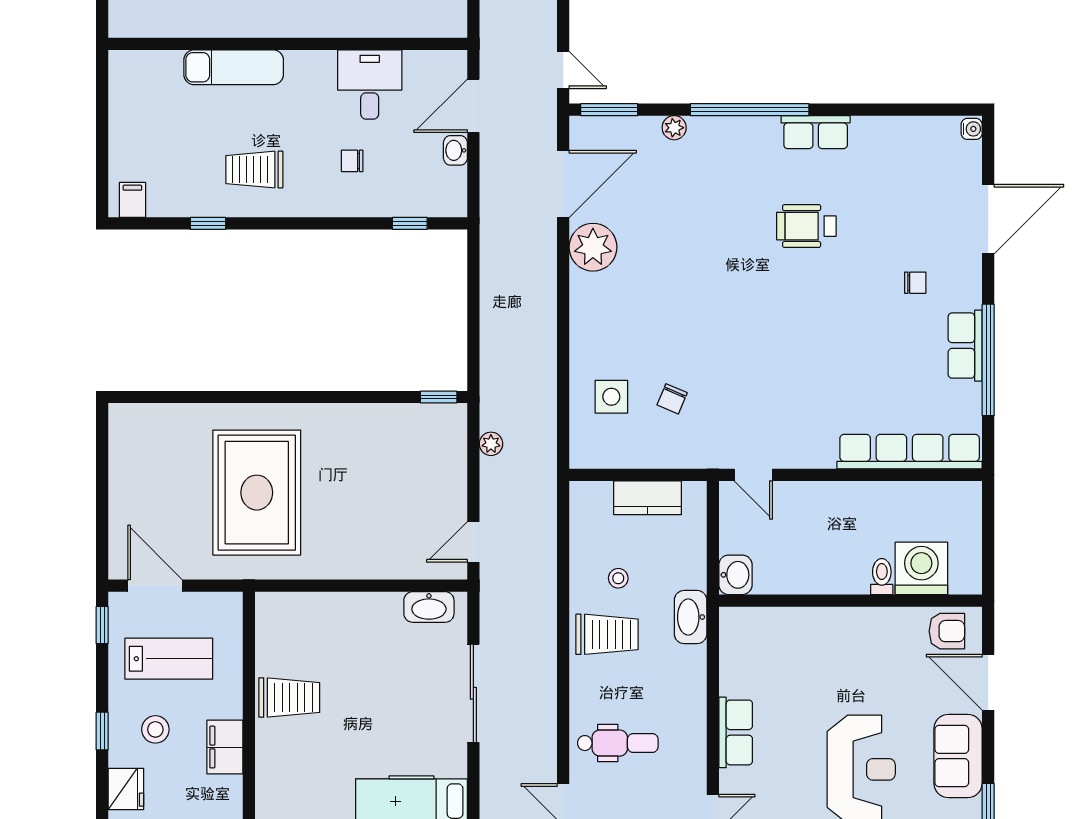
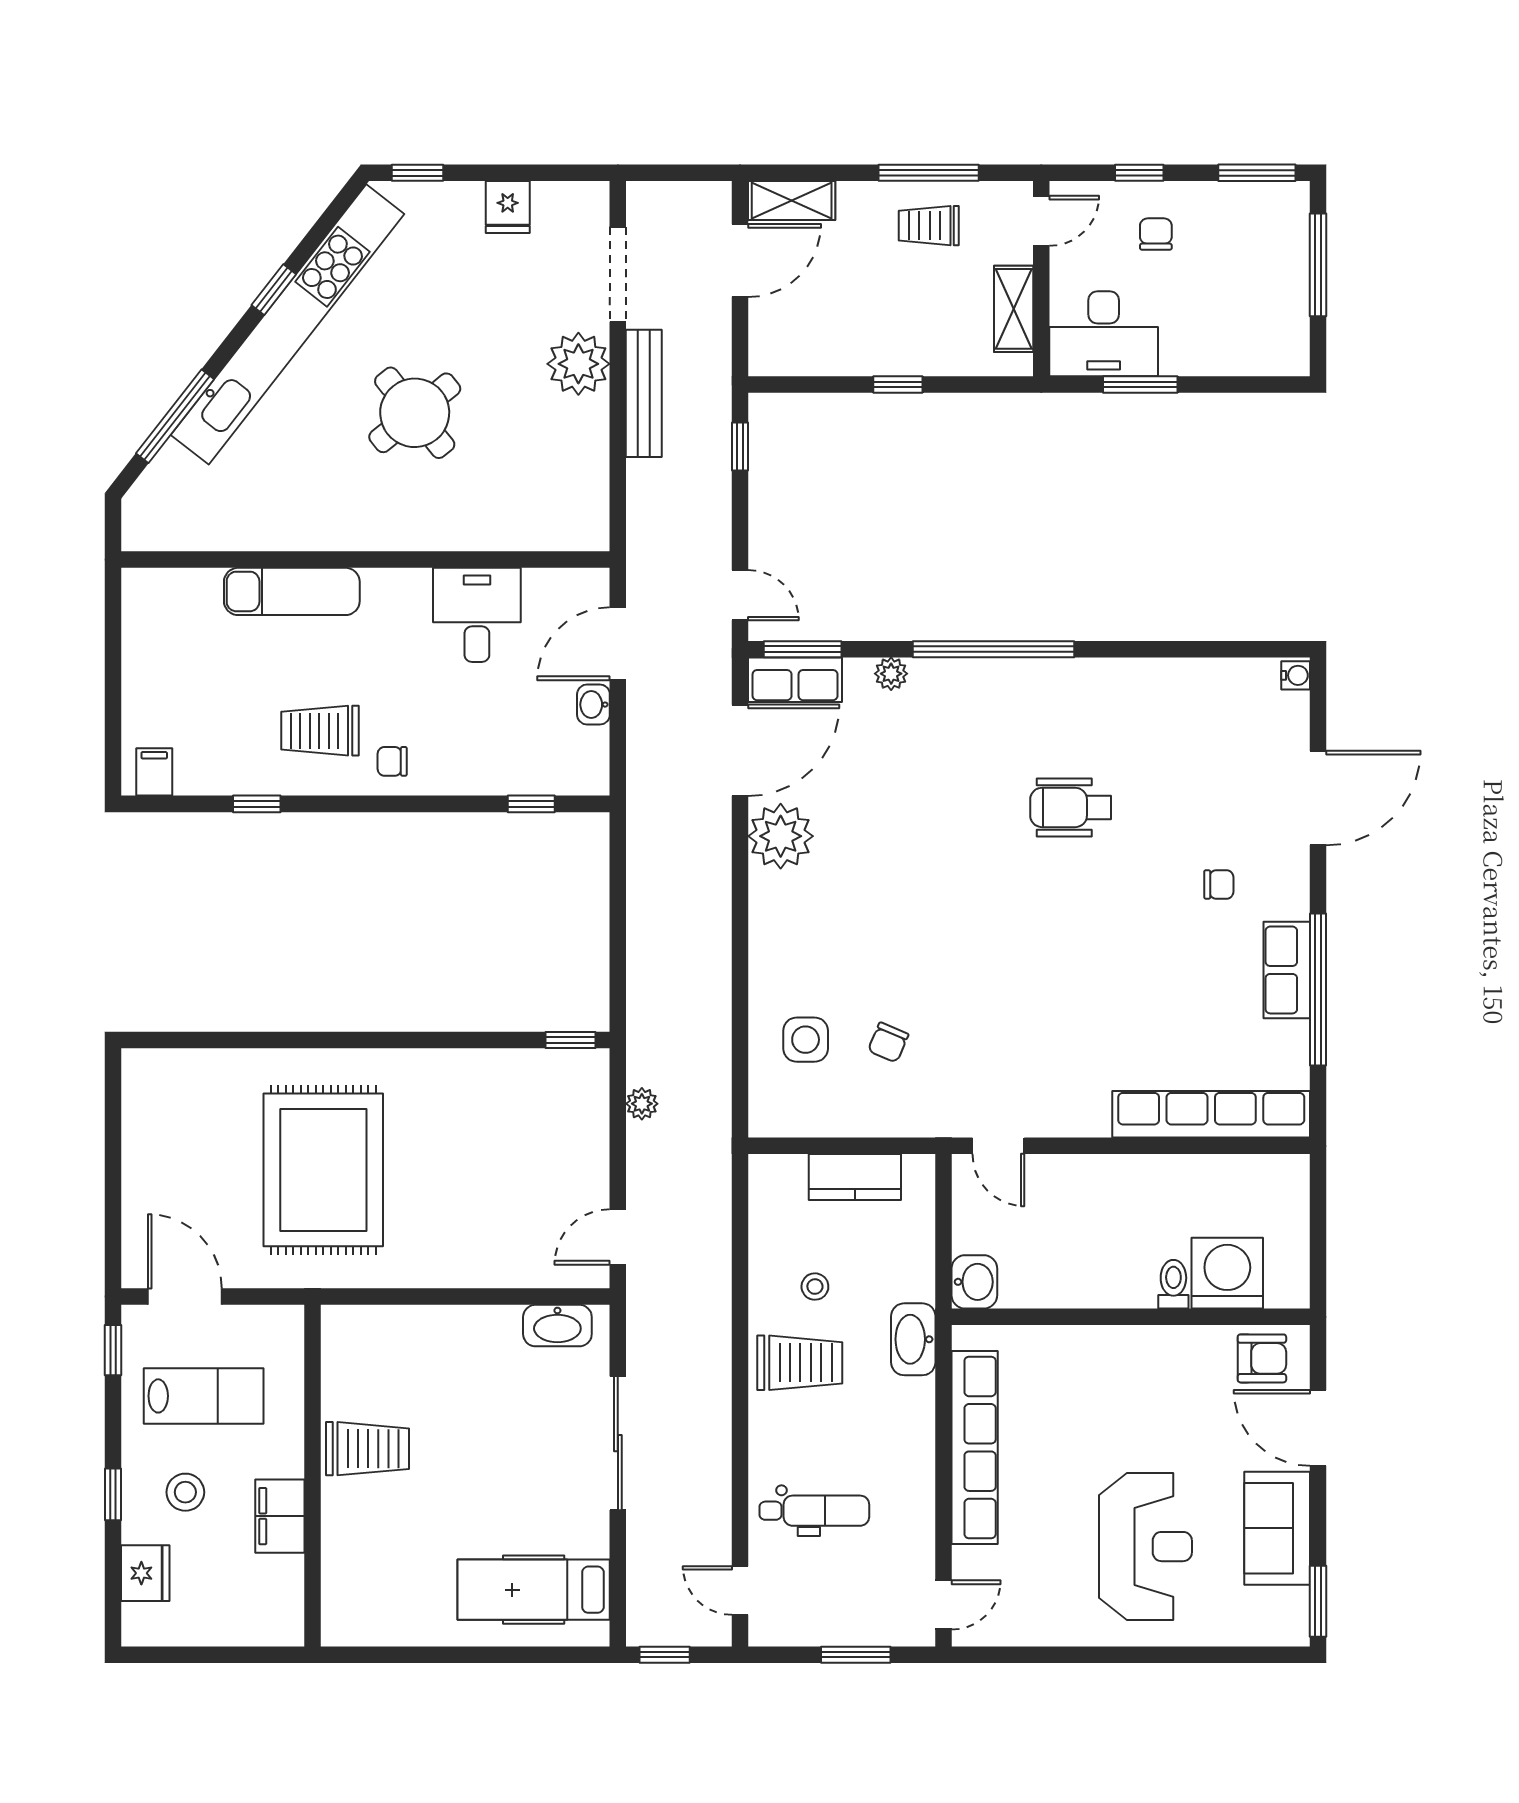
row of seats: (816, 132) -> (795, 680), moved
chair: (352, 161) -> (392, 761), moved
row of seats: (736, 732) -> (975, 1447), width x2.02

